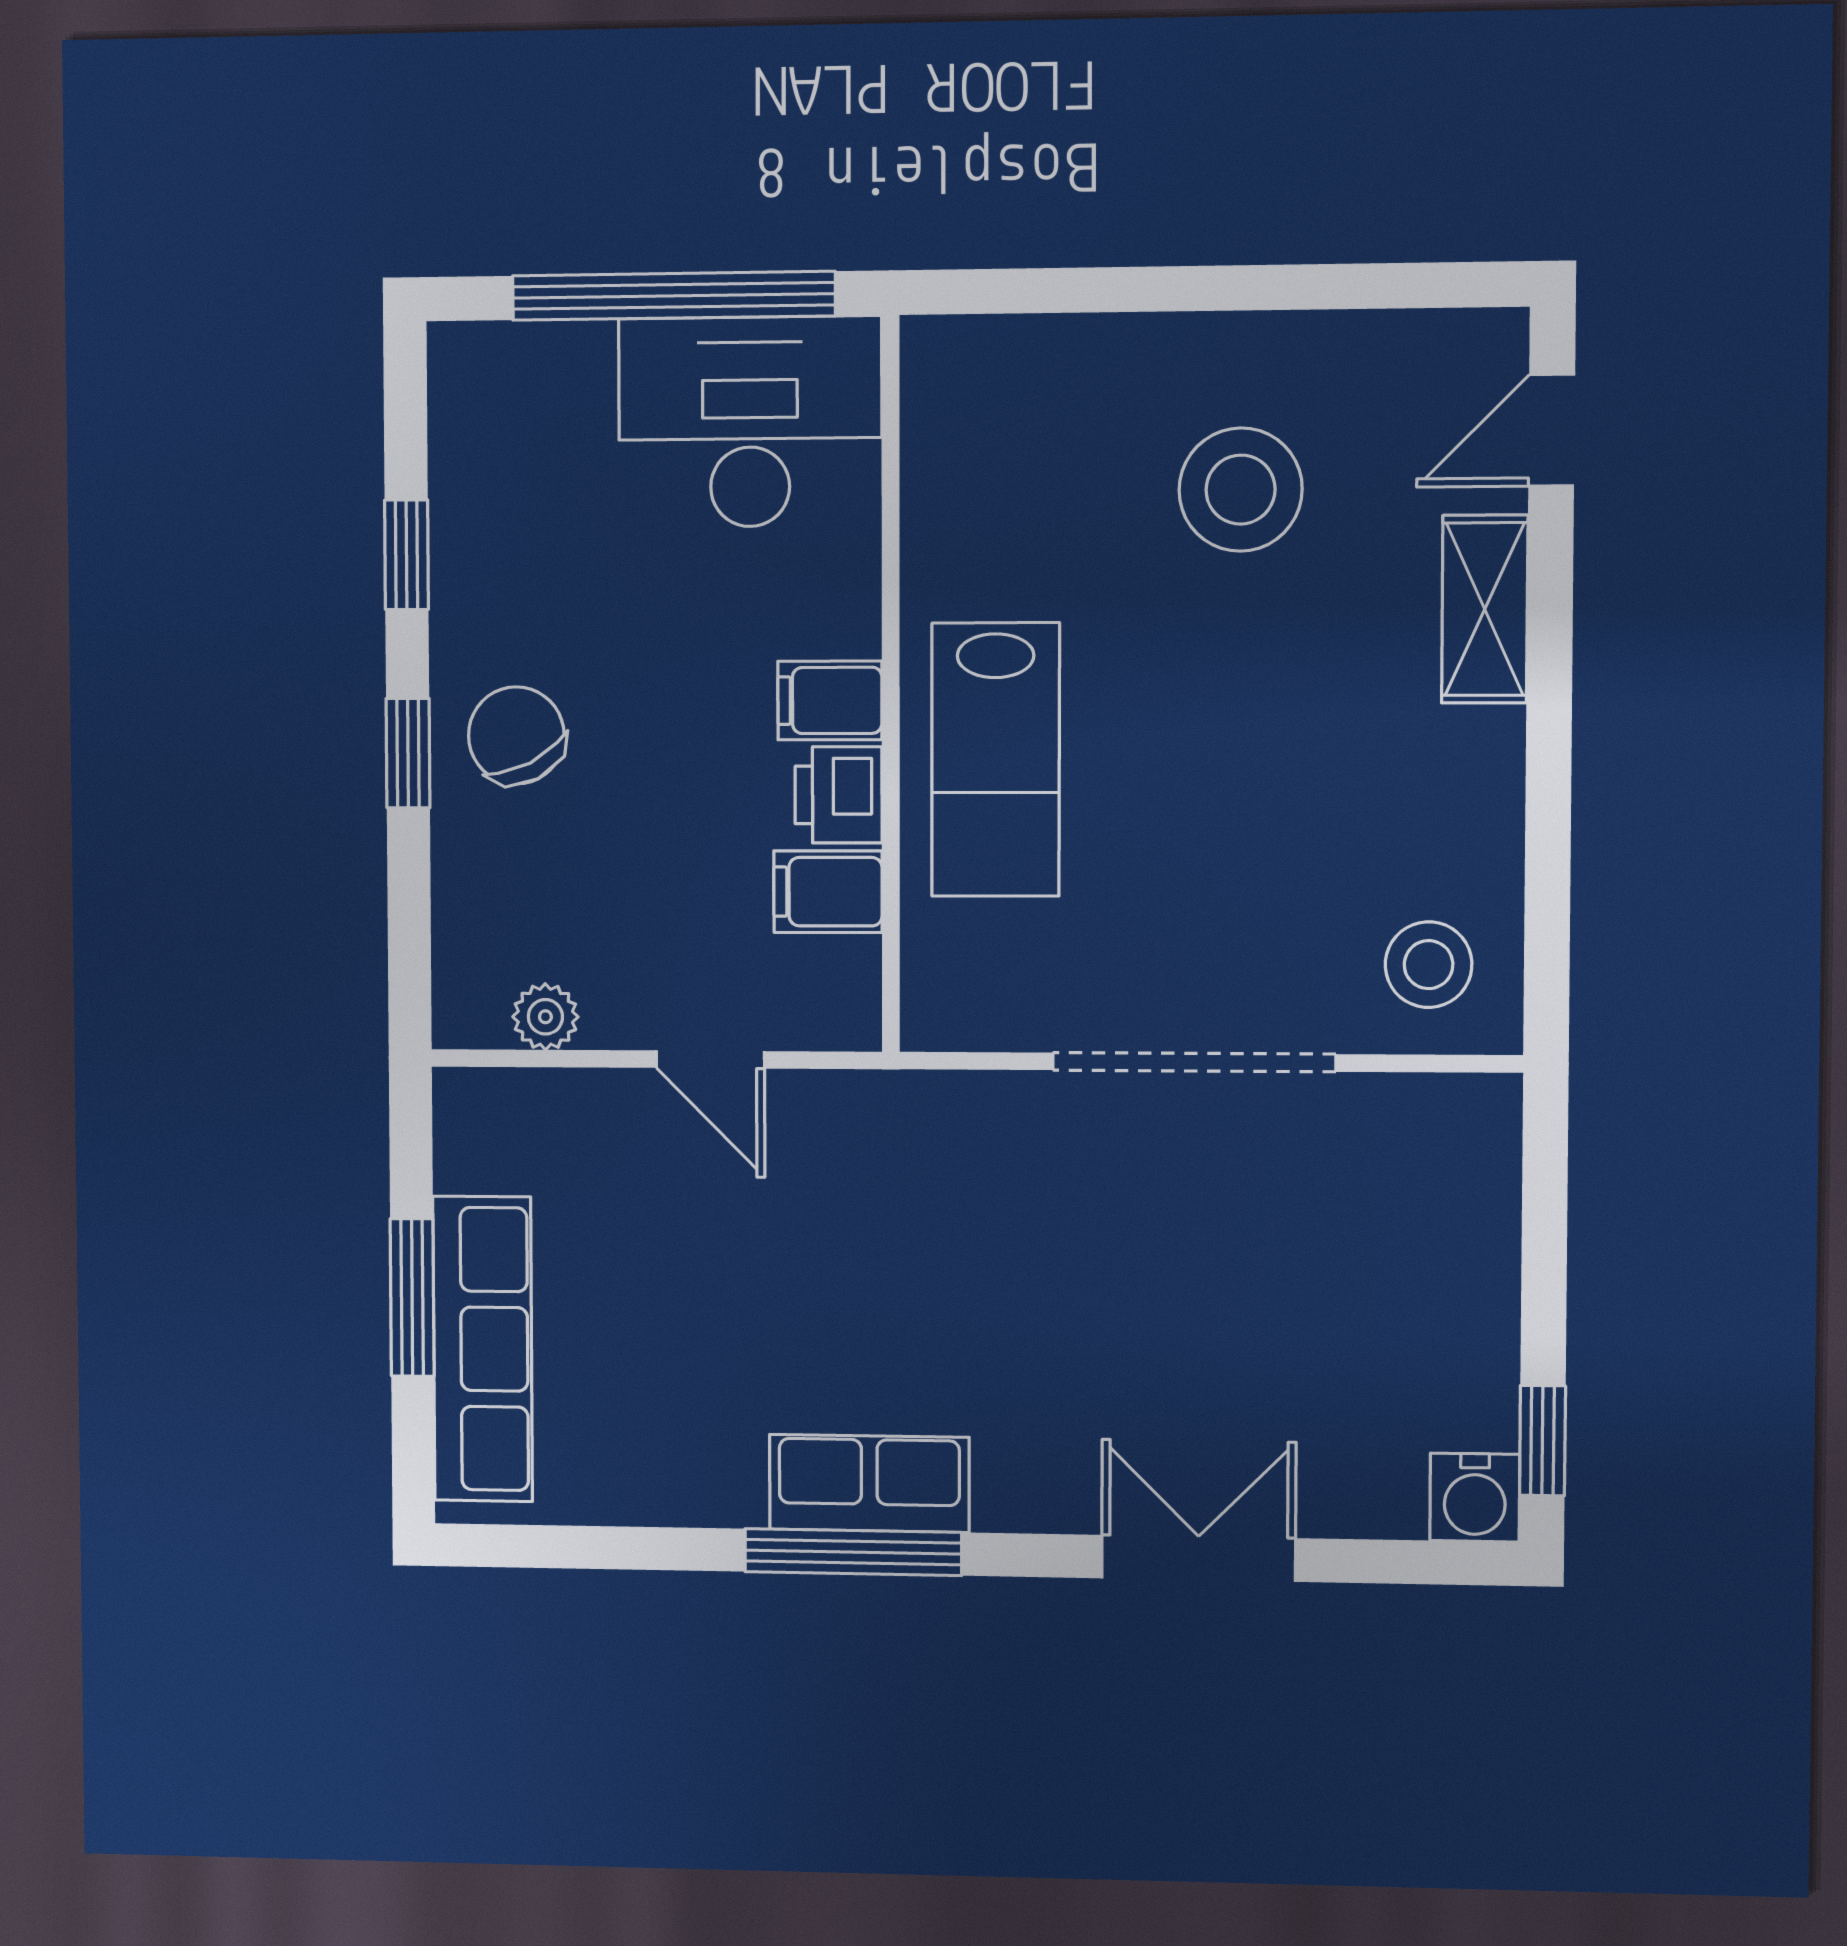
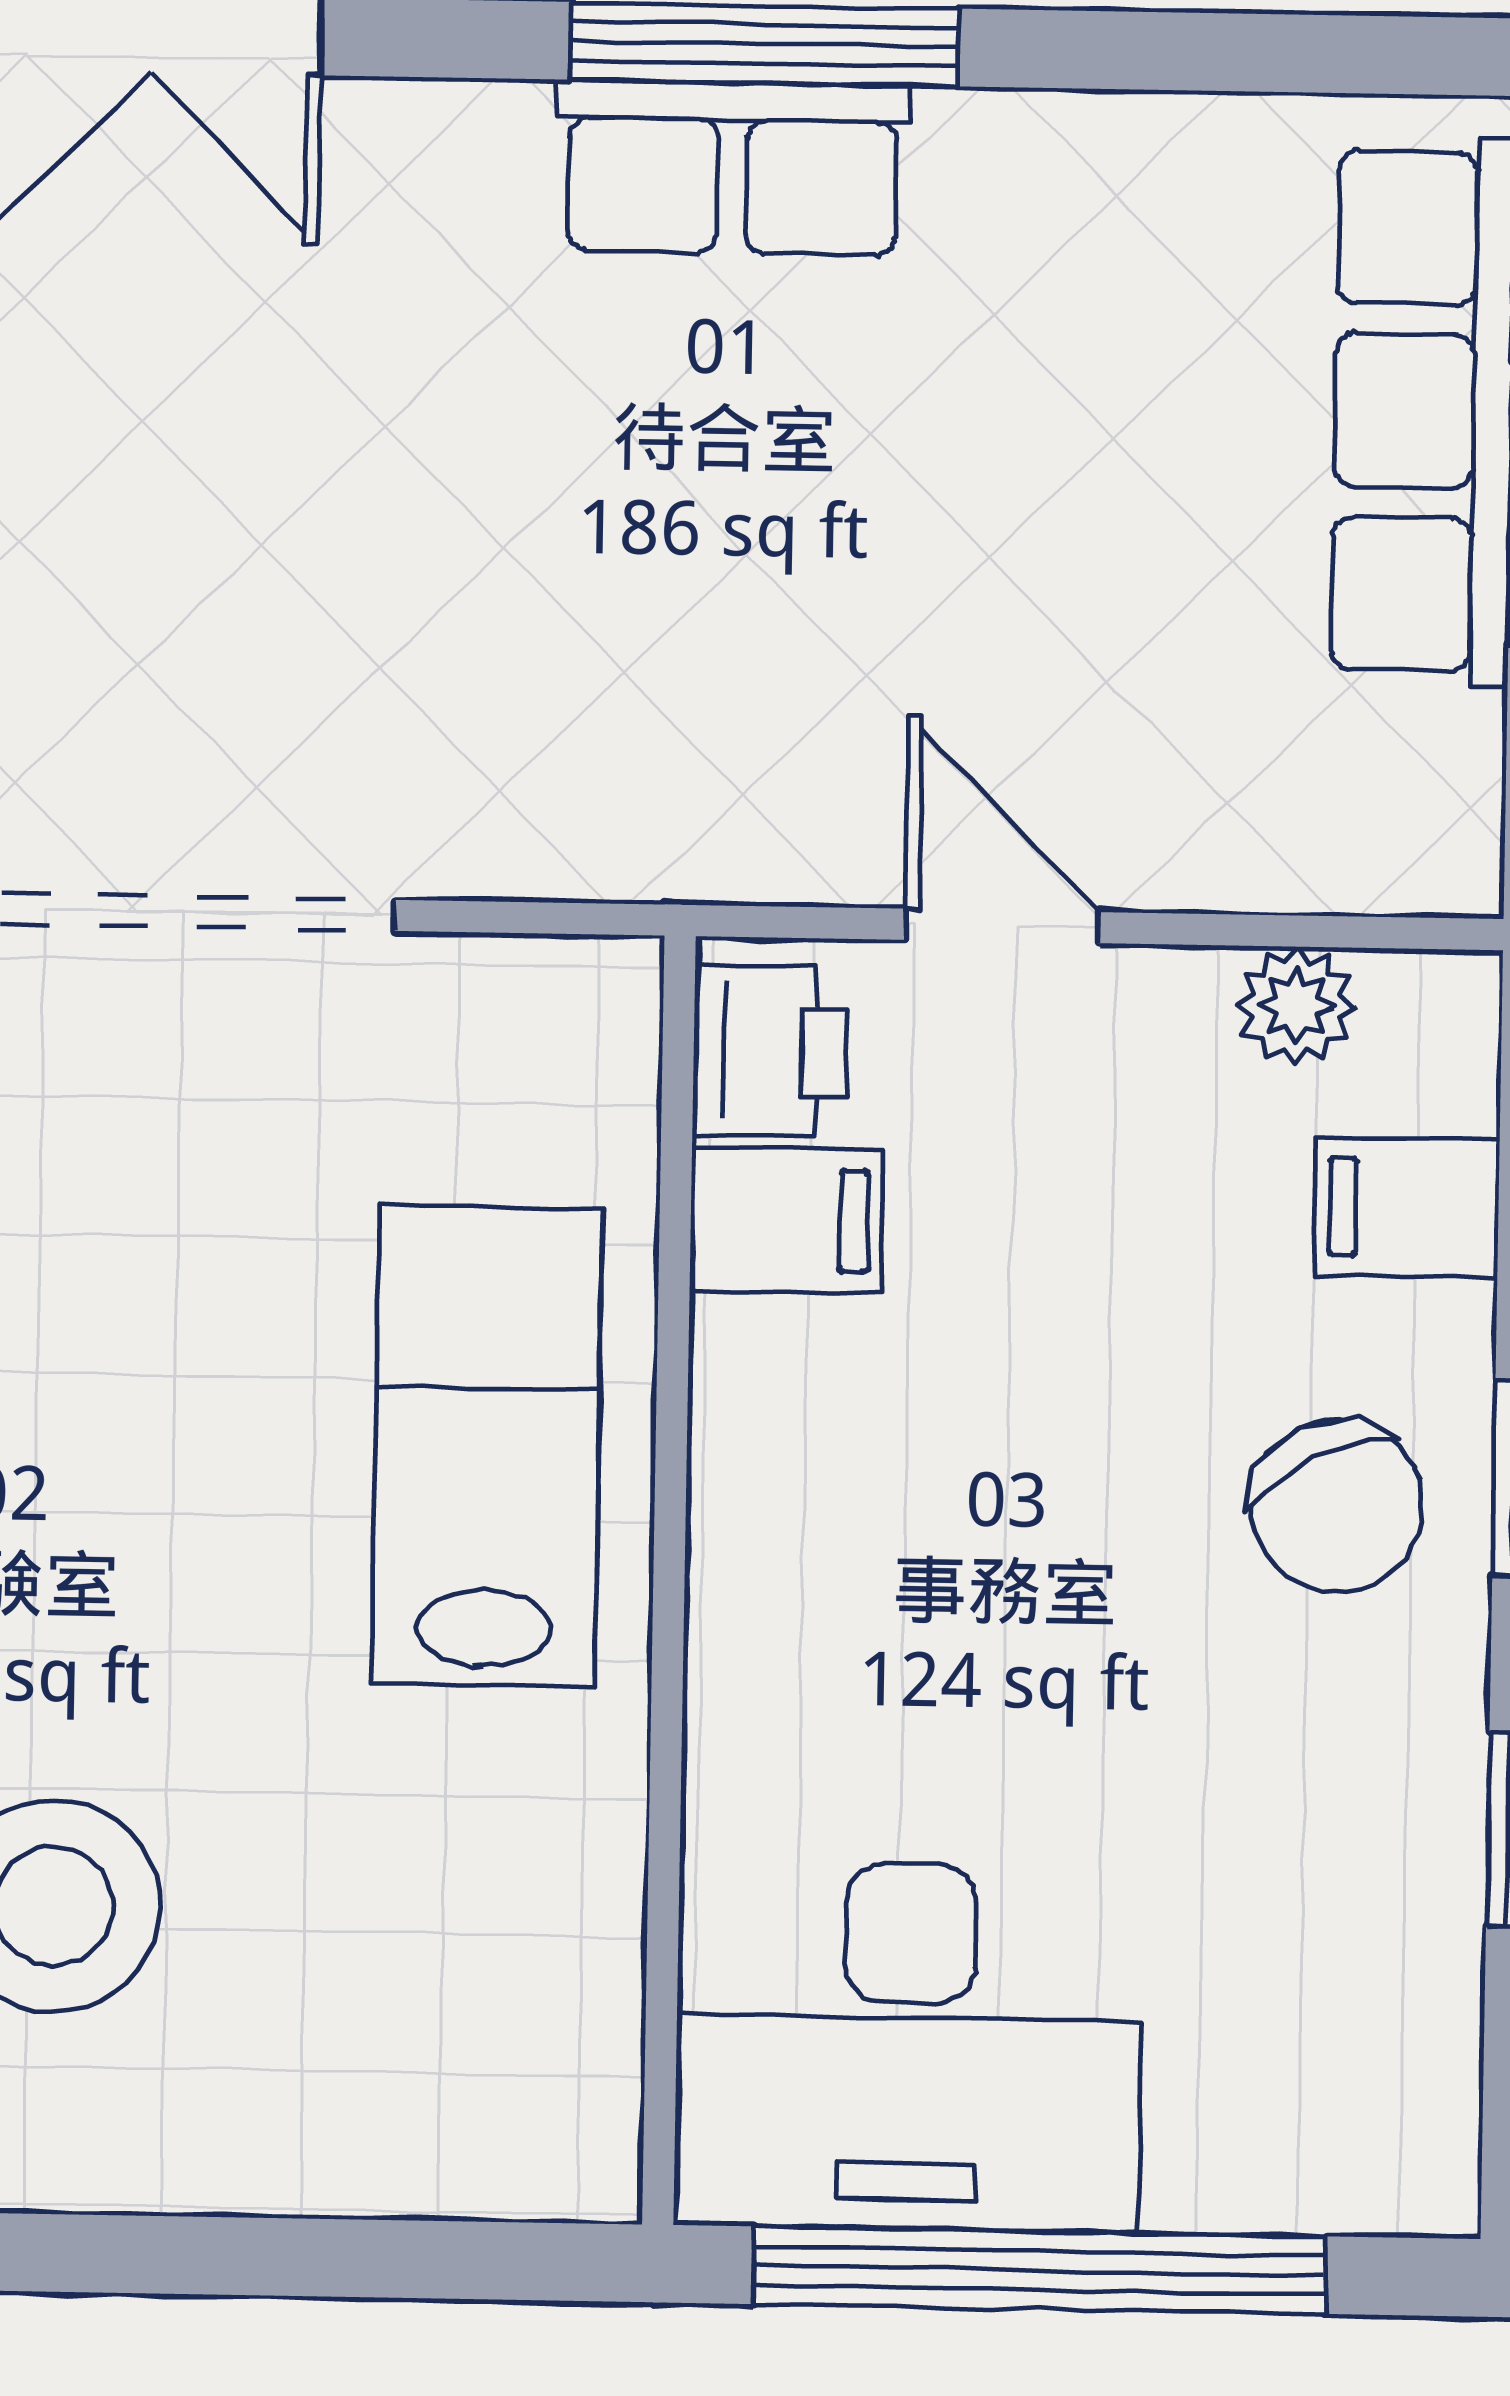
filing cabinet: (830, 700) -> (1407, 1207), moved, turned 180
printer: (839, 795) -> (771, 1051), moved

